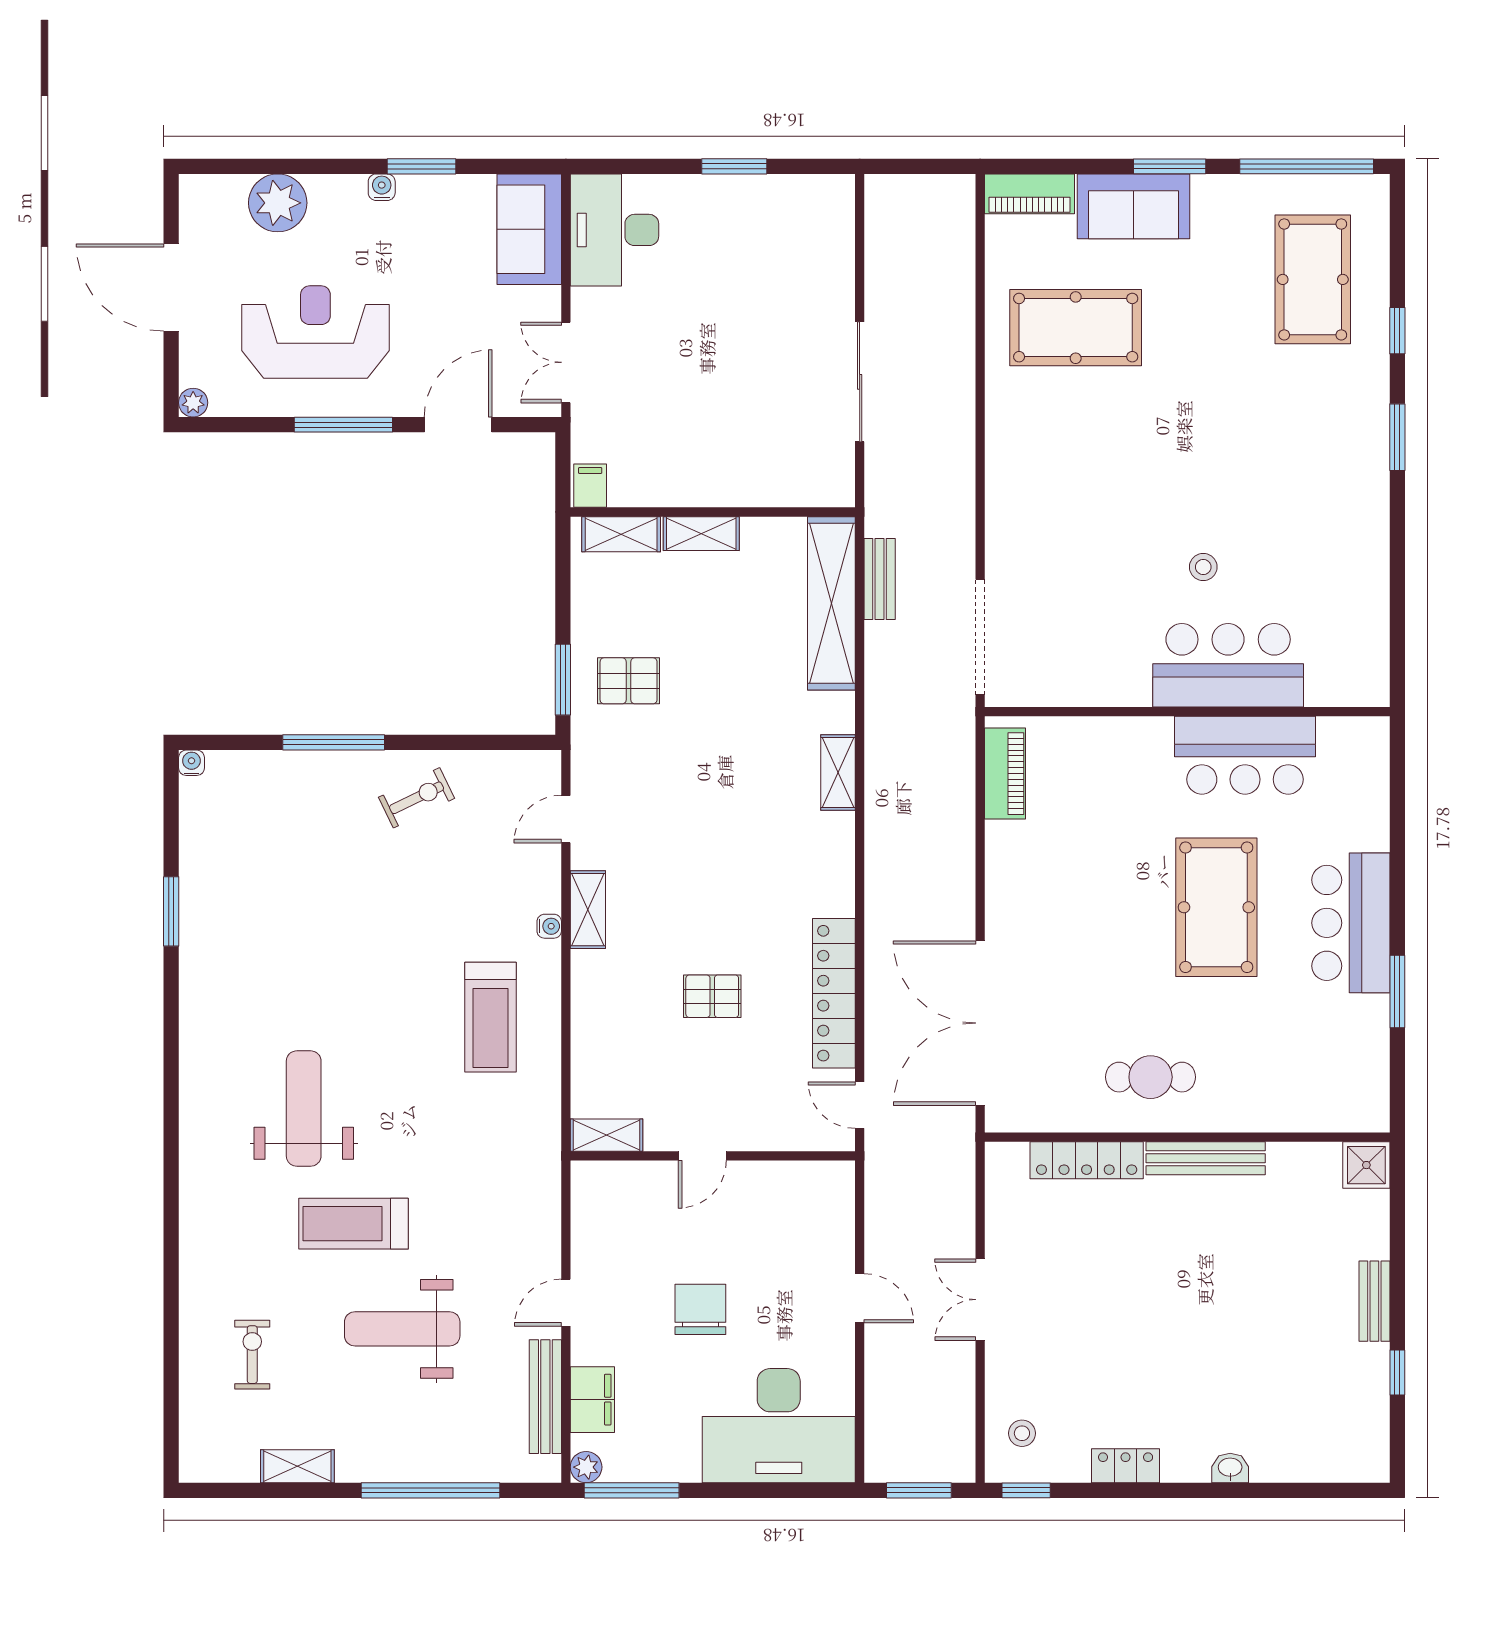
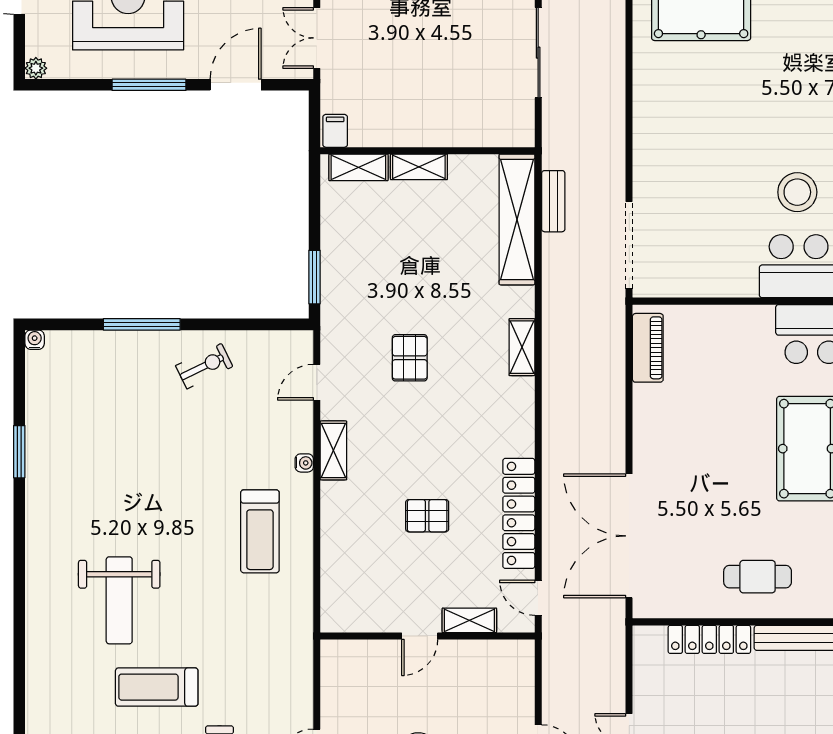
stool: (1203, 567) -> (797, 192), width x1.89, depth x1.89
pallet: (629, 681) -> (410, 358), moved, turned 90
weight bench: (304, 1109) -> (119, 600), turned 180
shelving: (606, 1135) -> (469, 620), moved

